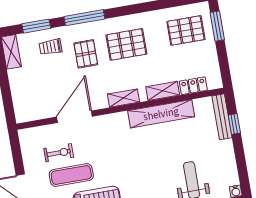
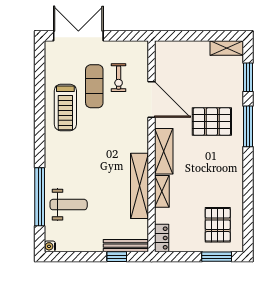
pallet: (126, 44) -> (214, 163), removed
trolley: (51, 47) -> (225, 88), removed
pallet: (86, 54) -> (212, 122), width x1.50, depth x1.42
locker: (193, 86) -> (162, 238), moved
shelving: (123, 98) -> (164, 151), width x1.50, depth x1.33

